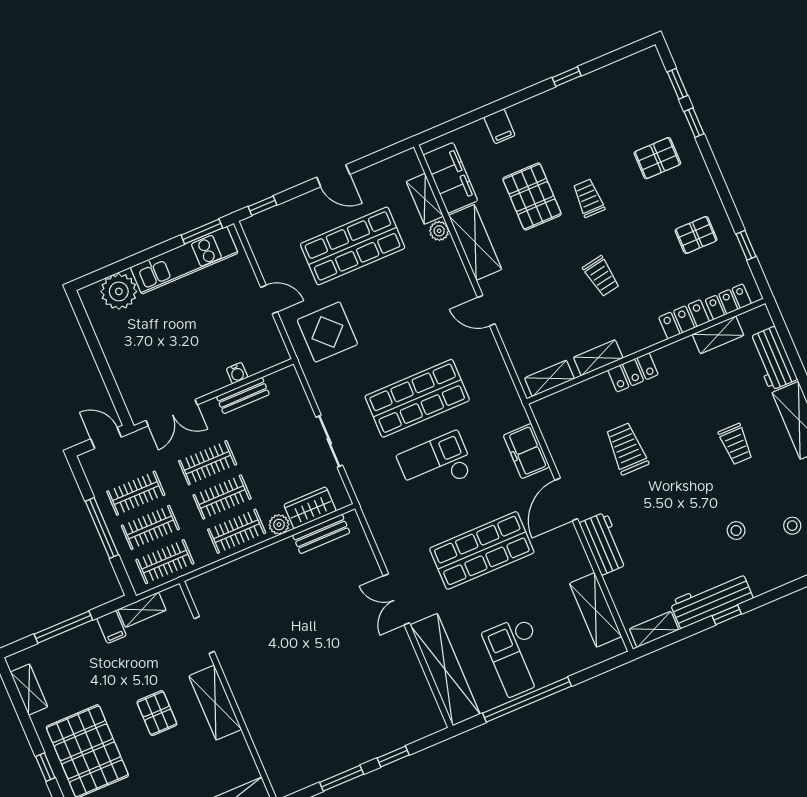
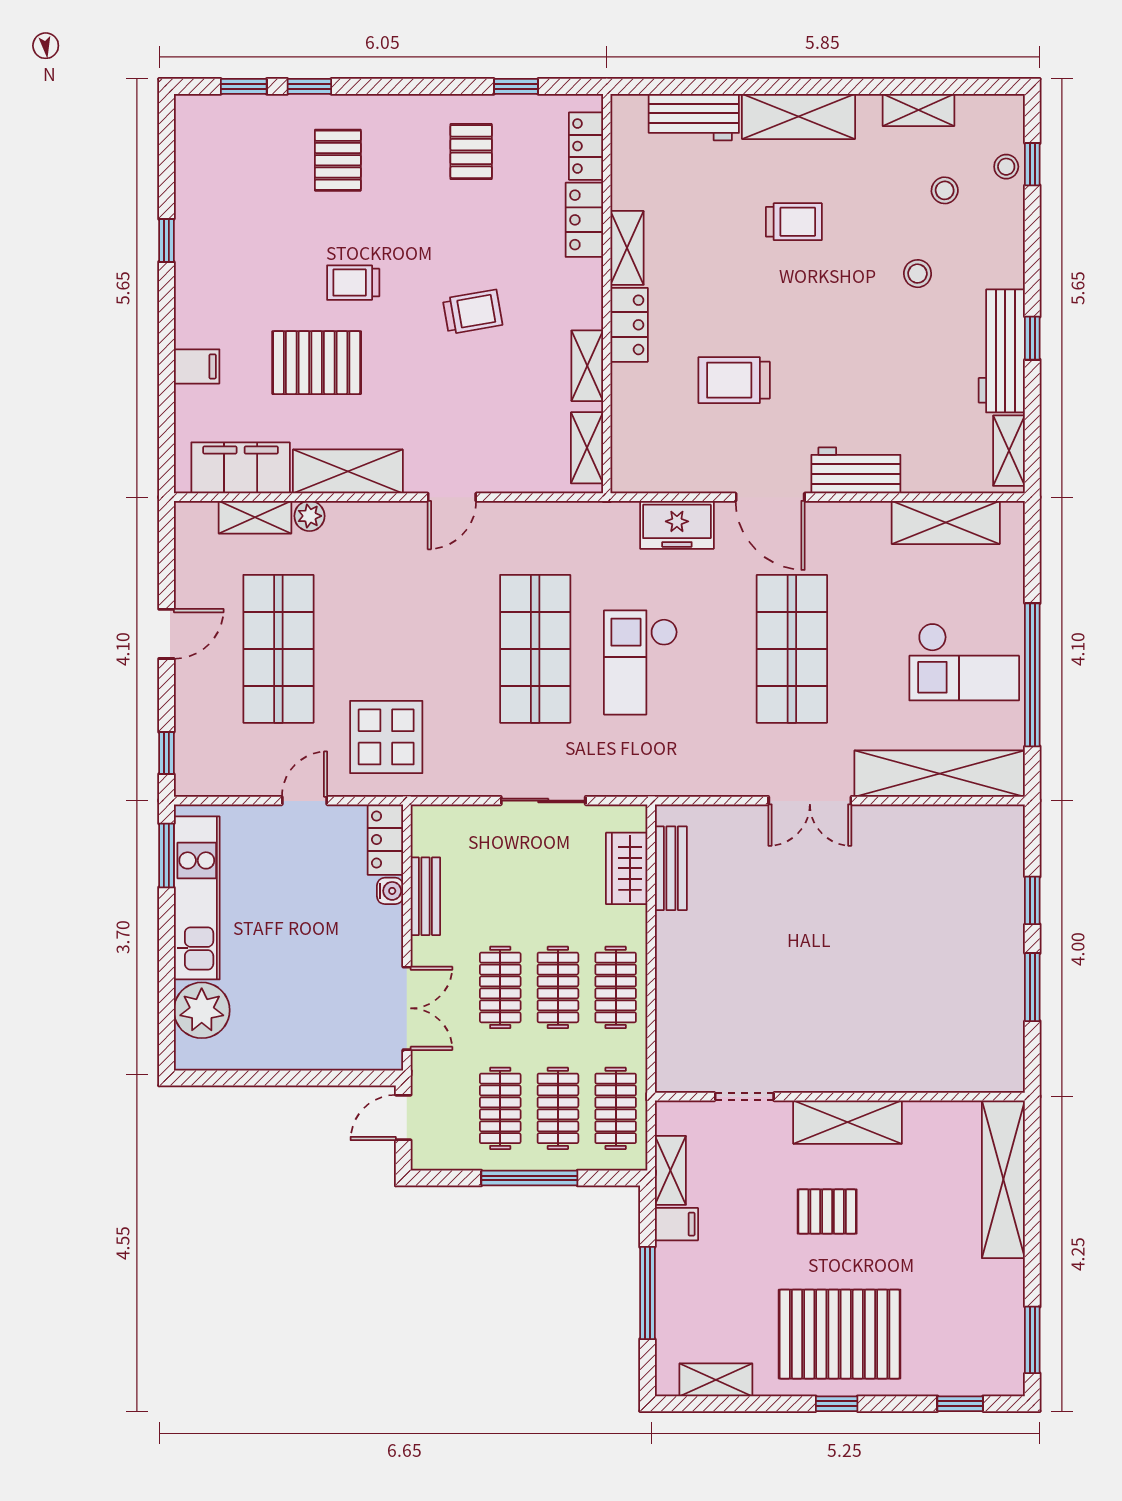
shelving: (718, 335) -> (627, 248), moved
locker: (266, 357) -> (385, 840), added
plant: (279, 525) -> (632, 923), removed

